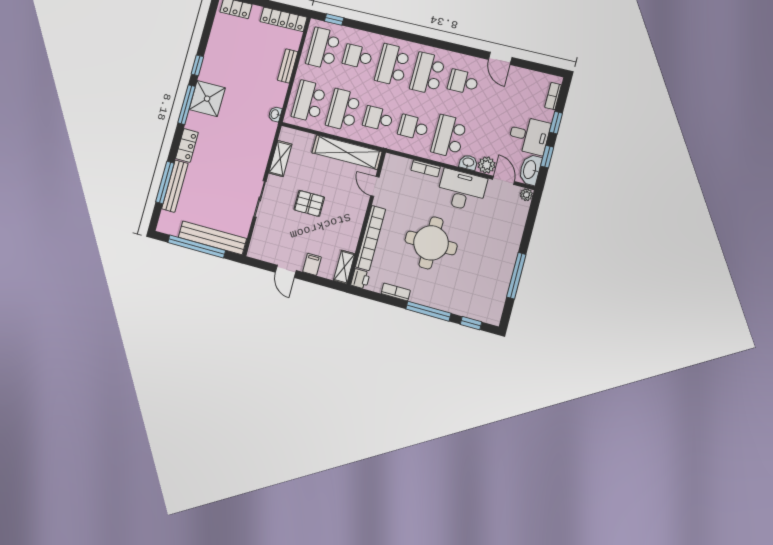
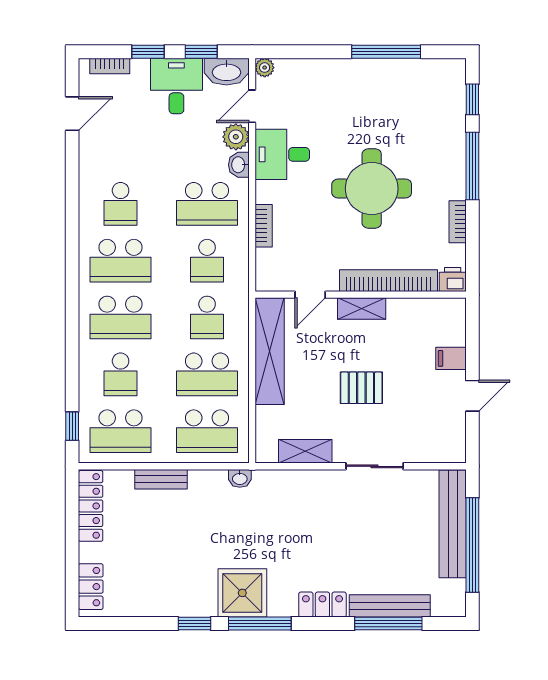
door: (500, 58) -> (72, 114), moved
desk: (462, 190) -> (282, 154), width x0.73
pallet: (309, 203) -> (361, 388), turned 90
shelving: (344, 267) -> (362, 309), moved

